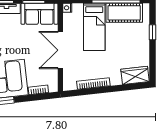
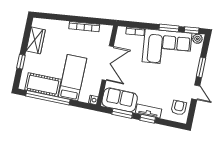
wardrobe: (135, 75) -> (36, 40), moved, turned -84

